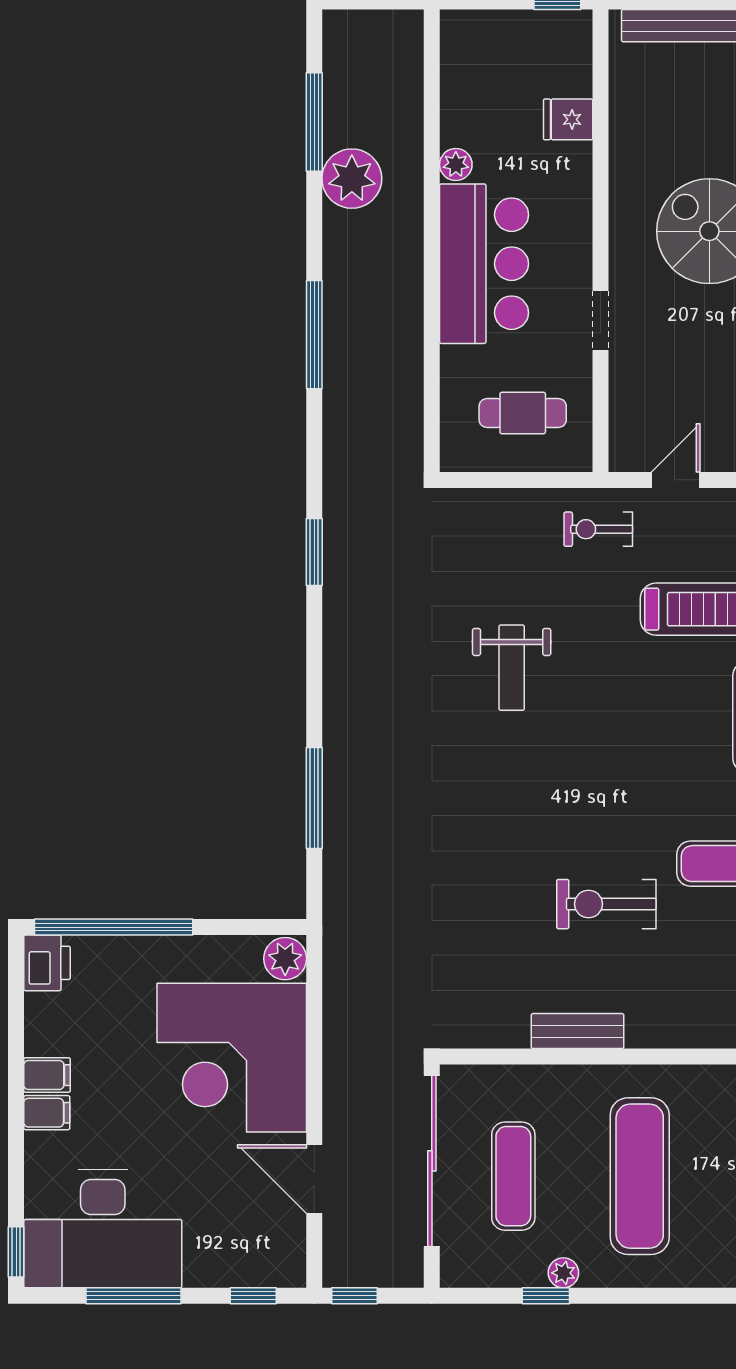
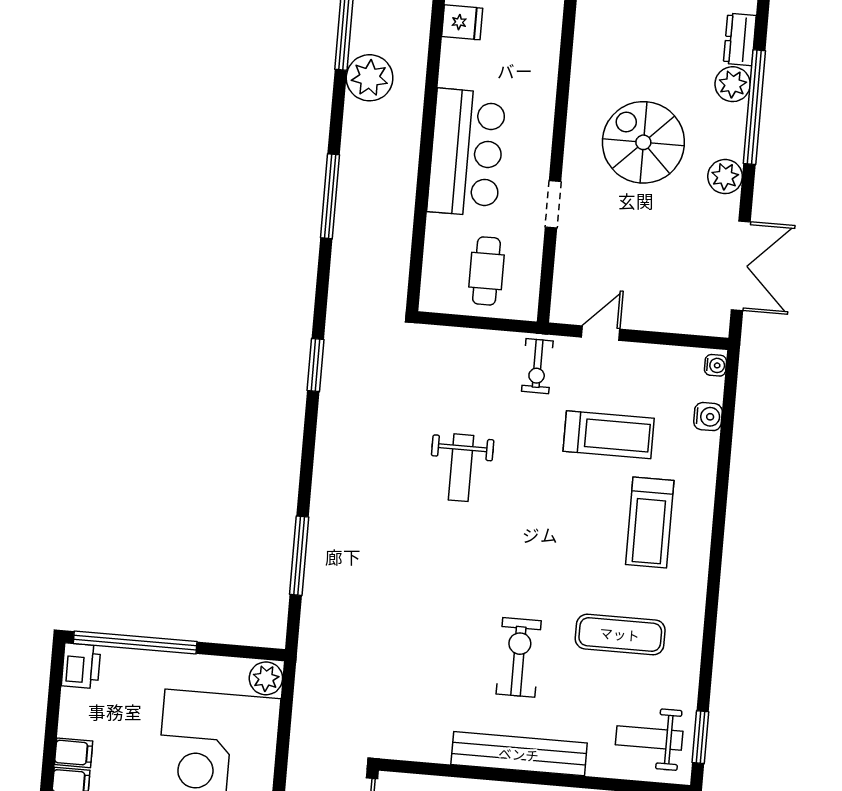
fridge: (568, 119) -> (462, 22), moved, turned 180
plant: (456, 165) -> (451, 74), removed
cafe table: (523, 413) -> (486, 271), turned 90
exercise bike: (598, 529) -> (537, 366), turned -90
exercise bike: (606, 904) -> (519, 657), turned 90
bench: (577, 1031) -> (519, 754), width x1.86, depth x1.21

